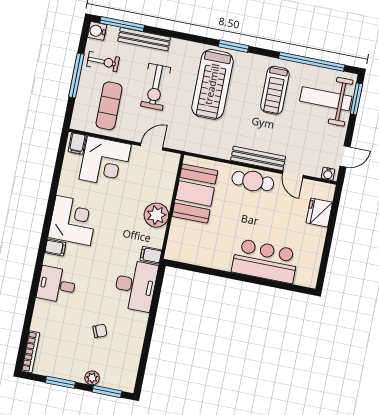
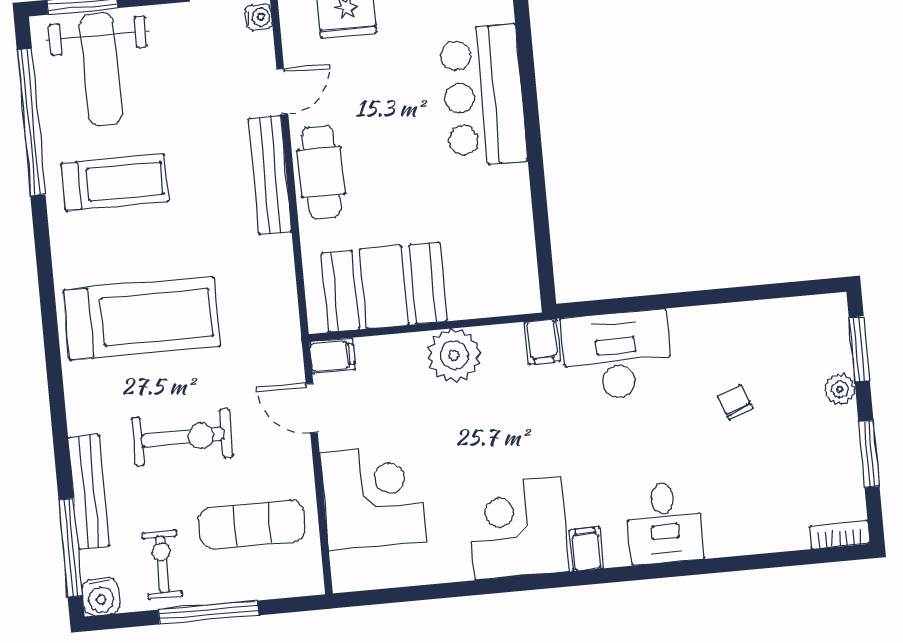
window: (234, 46) -> (47, 298), removed
filing cabinet: (77, 144) -> (332, 356), moved
bookcase: (30, 352) -> (840, 535), width x0.64

